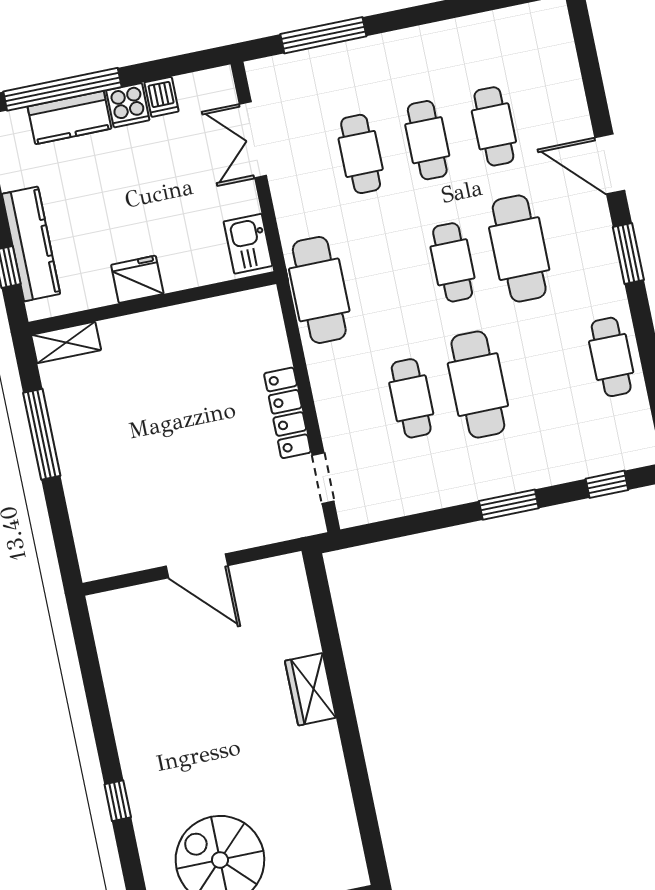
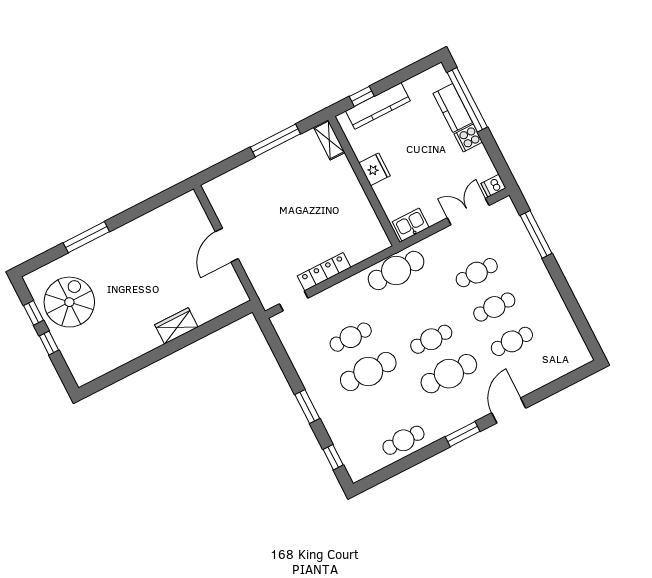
dishwasher: (162, 97) -> (494, 186), moved
window: (118, 801) -> (86, 237), width x2.17

